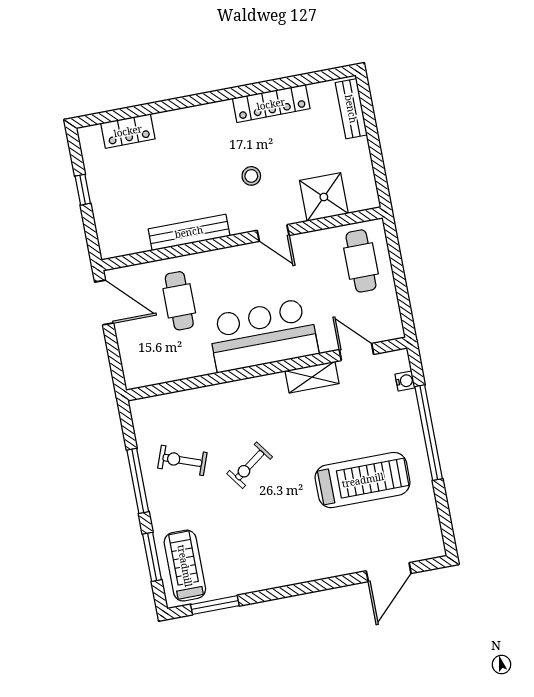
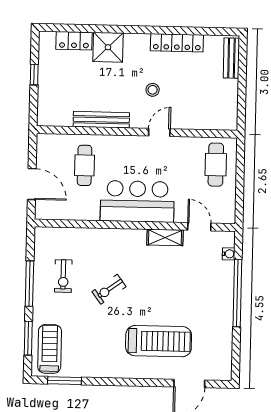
shower: (324, 197) -> (108, 47), moved
door: (273, 233) -> (159, 132), swing flipped
door: (104, 303) -> (32, 184), moved
exercise bike: (182, 460) -> (63, 276), turned -110
treadmill: (363, 480) -> (159, 341), moved

